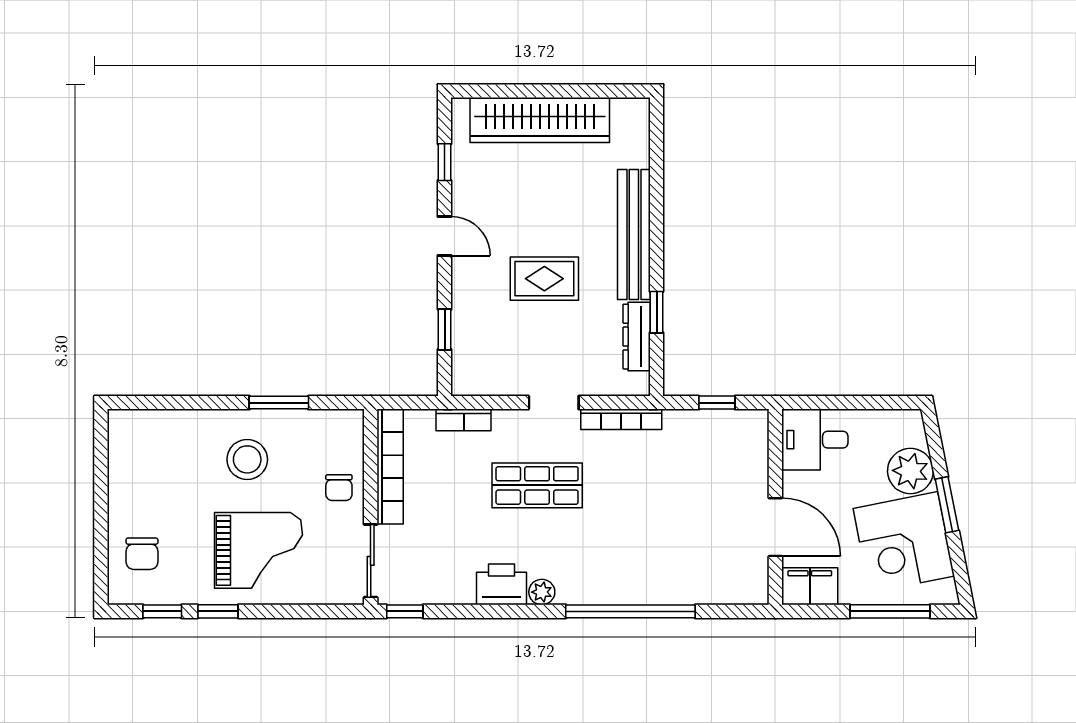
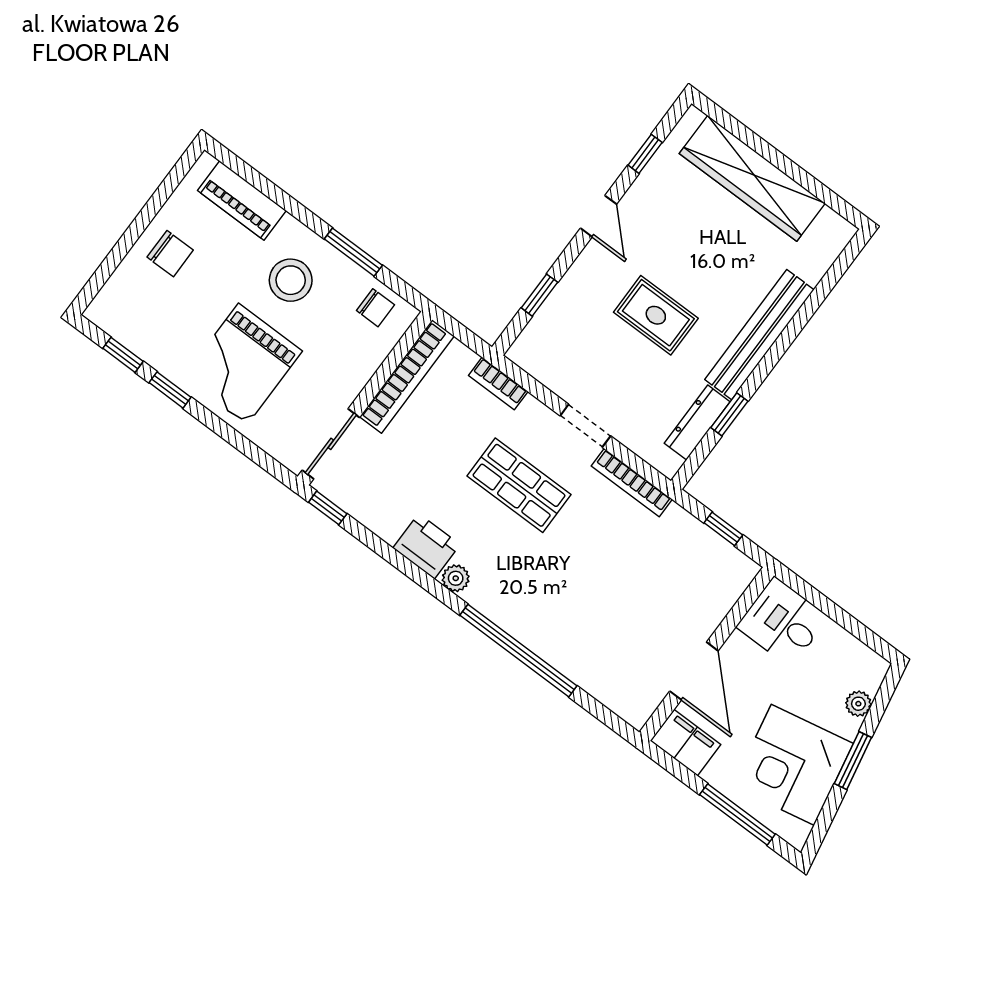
piano: (165, 427) -> (242, 200), added
plant: (910, 471) -> (858, 704), width x0.53, depth x0.53
chair: (339, 488) -> (375, 308), moved, turned -90
grand piano: (258, 550) -> (243, 364), turned 90
chair: (142, 554) -> (170, 254), moved, turned -90

